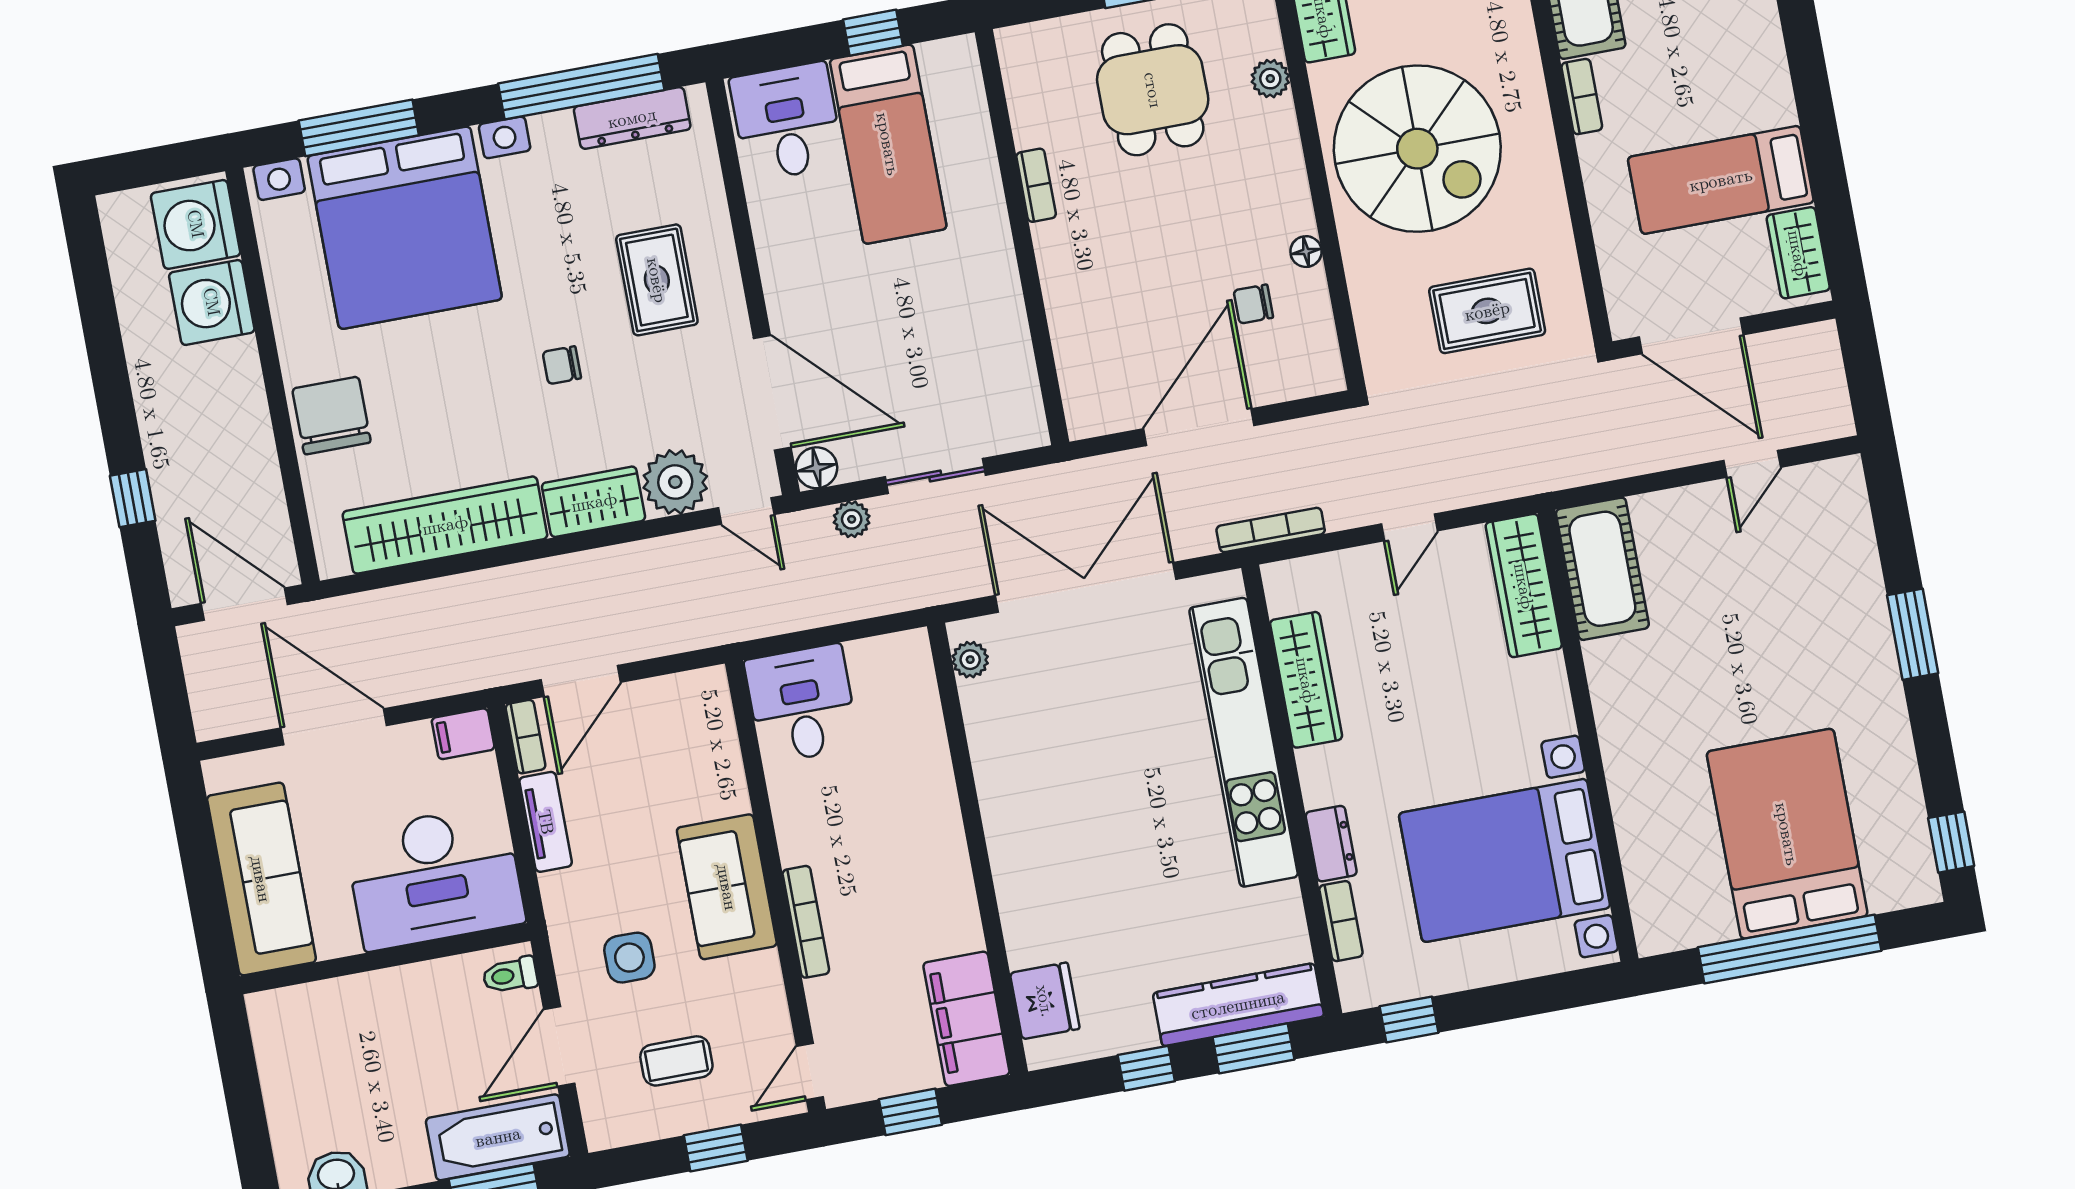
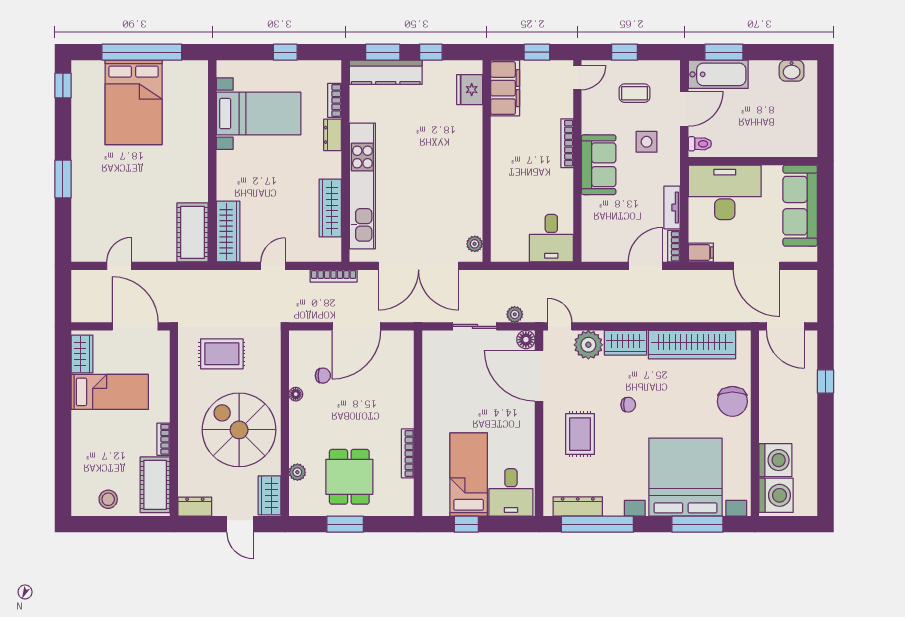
bookcase: (1036, 185) -> (408, 453), width x1.56
bed with nightstands: (1504, 860) -> (259, 114), width x0.73
window: (1409, 1020) -> (285, 52), moved

